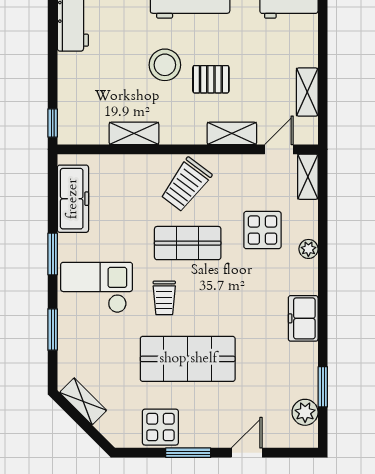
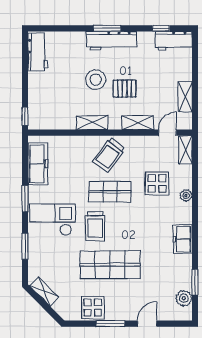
shelving: (134, 133) -> (92, 123), moved
trolley: (164, 298) -> (95, 226), width x1.36, depth x1.39

